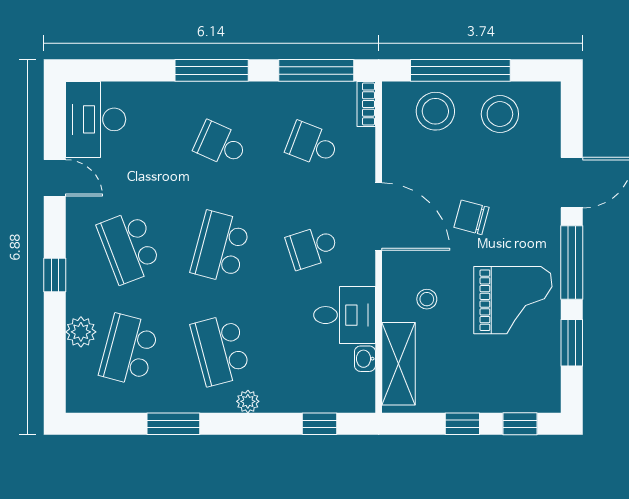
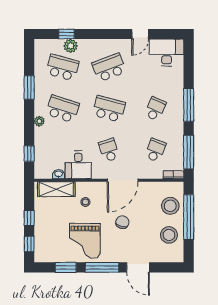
window: (55, 275) -> (67, 34), moved
school desk: (221, 350) -> (62, 109), turned 33

